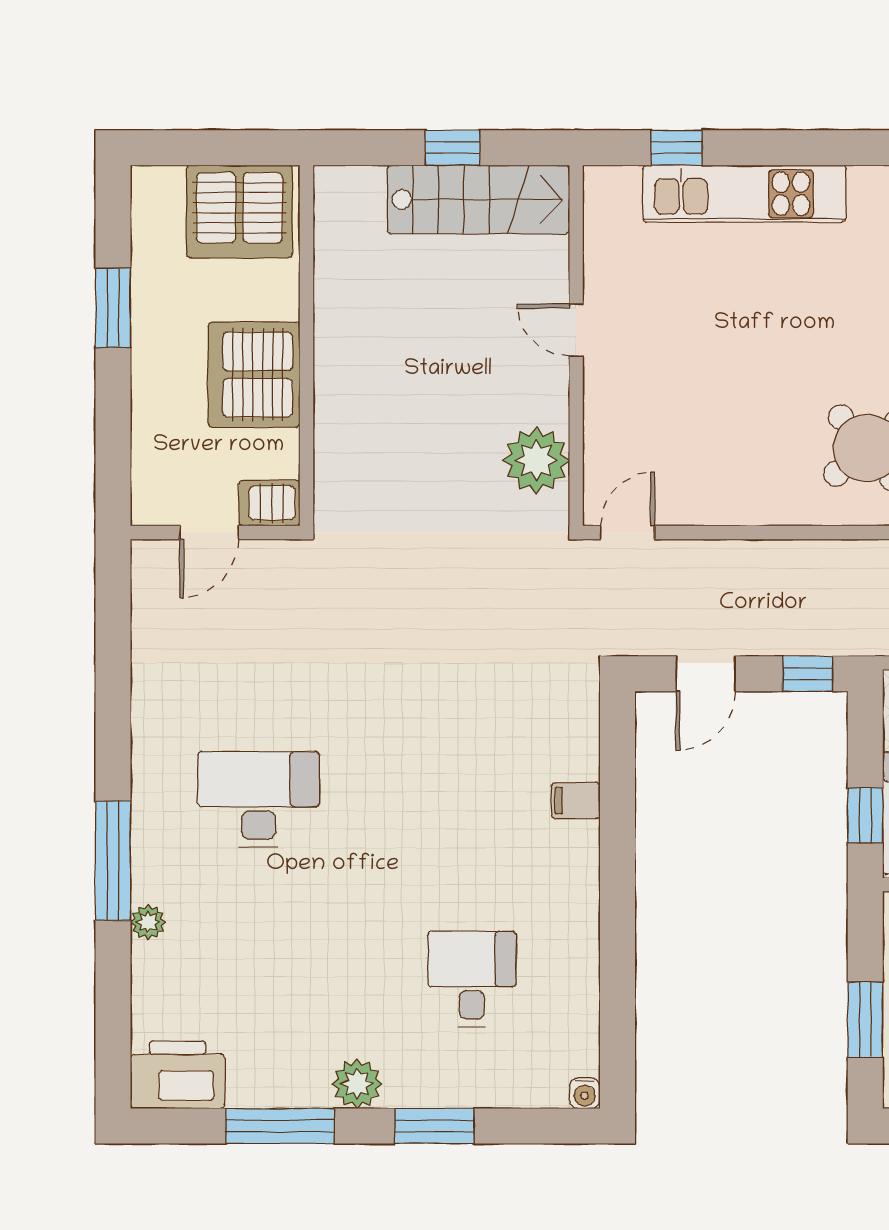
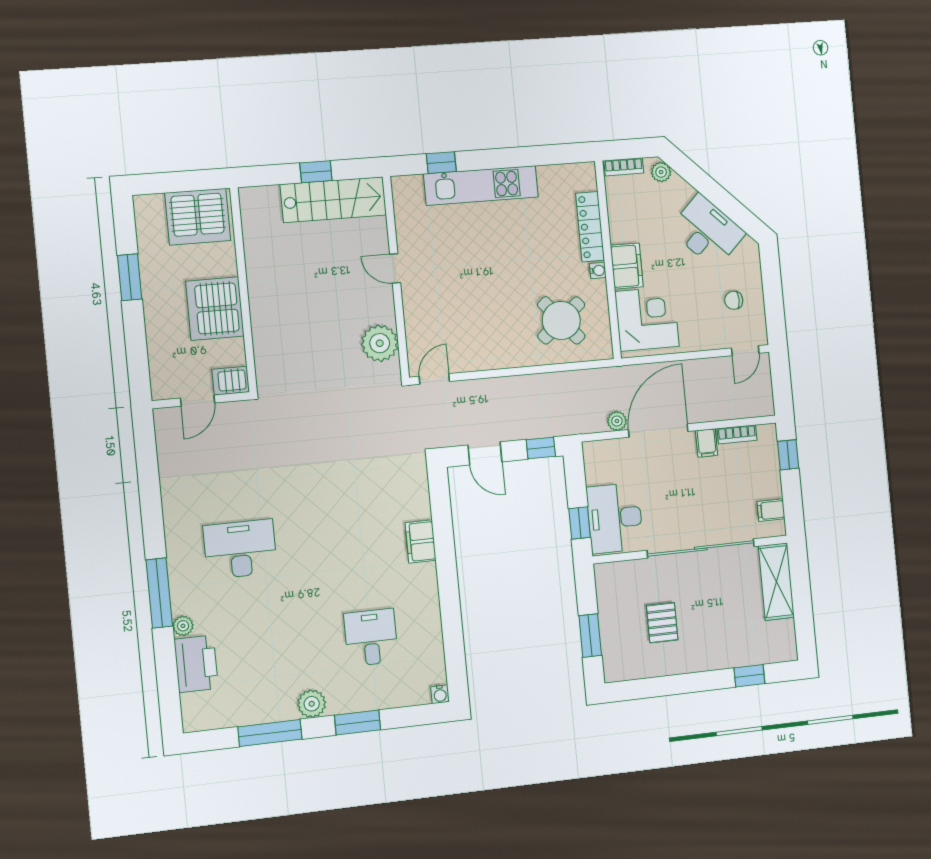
door: (706, 674) -> (485, 453), hinge flipped
filing cabinet: (576, 801) -> (421, 542), width x2.00
printer: (178, 1075) -> (196, 664), moved, turned 90

